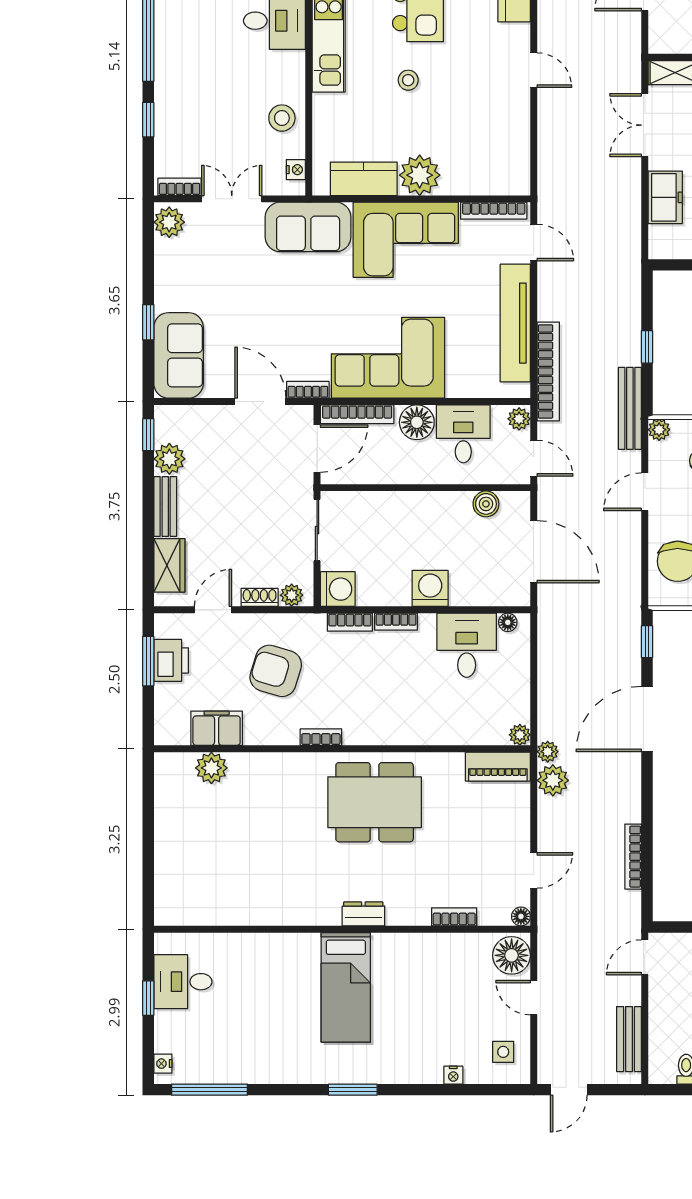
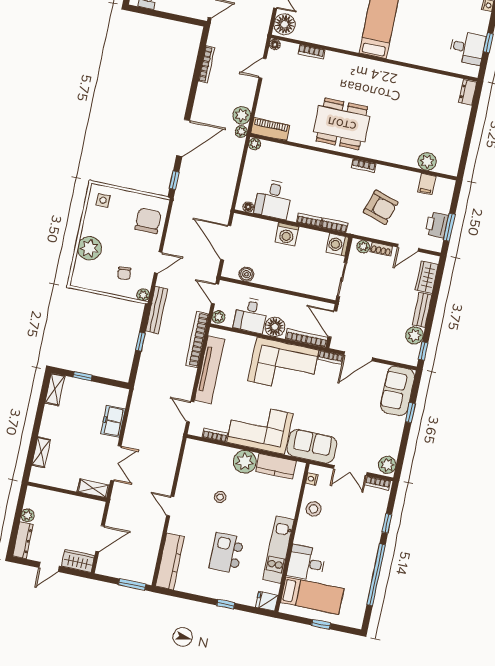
stool: (408, 80) -> (220, 497), moved
bookcase: (494, 211) -> (215, 435), width x0.64
door: (260, 402) -> (358, 356), hinge flipped
door: (317, 449) -> (332, 324), hinge flipped
filing cabinet: (217, 728) -> (427, 184), width x0.50
dresser: (363, 914) -> (468, 92), moved, turned 90

